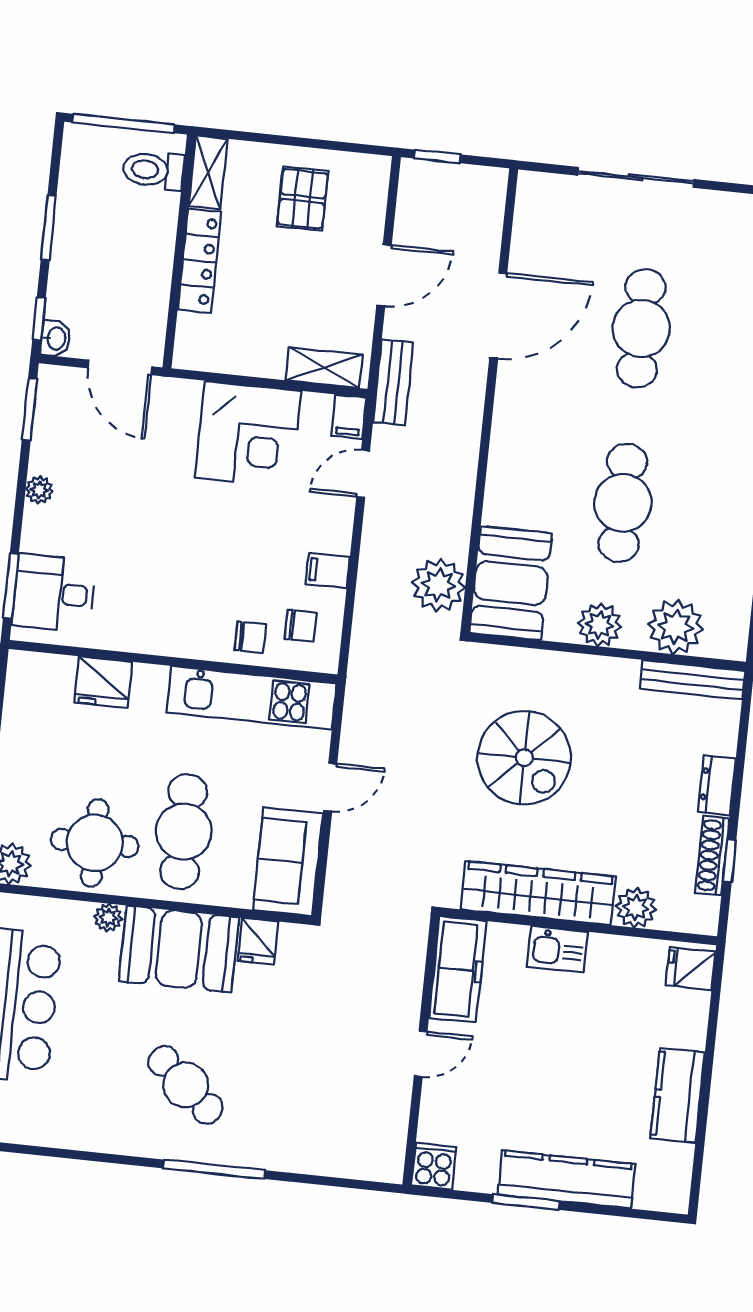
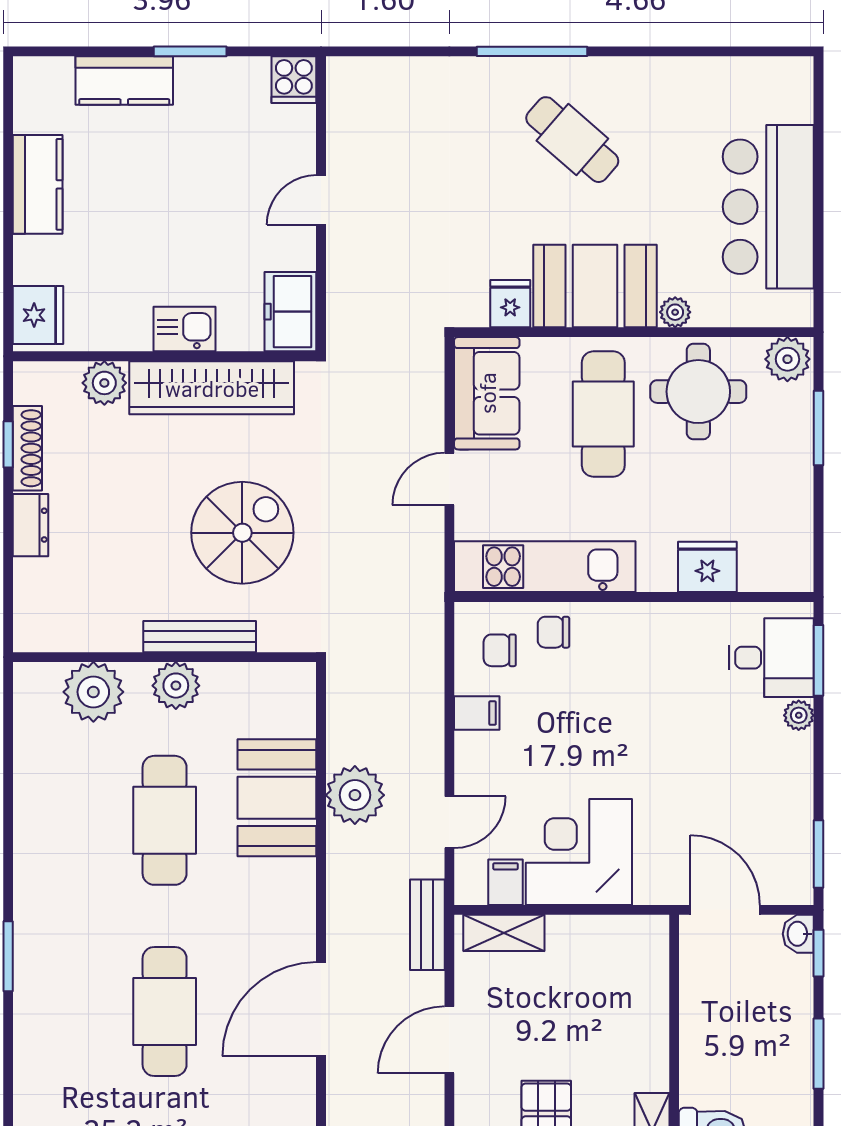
locker: (200, 261) -> (651, 1034), removed
filing cabinet: (349, 417) -> (505, 882), moved
plant: (39, 490) -> (799, 715), moved
booth: (511, 583) -> (277, 798), moved
plant: (439, 585) -> (355, 795), moved
bench: (692, 680) -> (200, 637), moved
spiral stairs: (524, 758) -> (242, 533), turned 90
freezer: (458, 969) -> (290, 312), width x0.71
fridge: (691, 969) -> (38, 315), width x1.38
kitchen counter: (566, 1179) -> (124, 80), width x0.67

